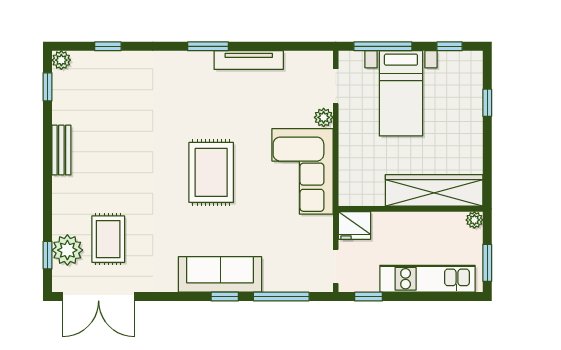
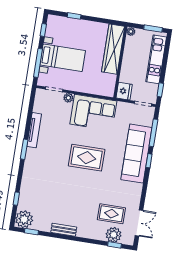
plant: (61, 60) -> (24, 219), width x1.88, depth x1.88
sofa: (220, 274) -> (136, 154), width x1.36, depth x1.27
double door: (99, 297) -> (139, 223), width x0.73

